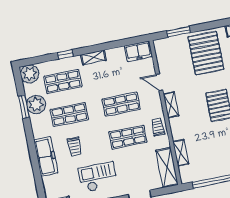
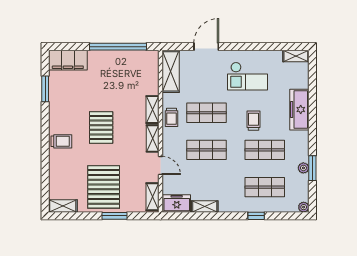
window: (178, 32) -> (115, 216), moved
shelving: (161, 53) -> (152, 197), added
shelving: (93, 57) -> (205, 206), moved
plant: (30, 74) -> (304, 207), width x0.53, depth x0.53
plant: (36, 105) -> (303, 168), width x0.53, depth x0.53
trolley: (74, 147) -> (254, 121), moved
shelving: (181, 153) -> (153, 110), moved

